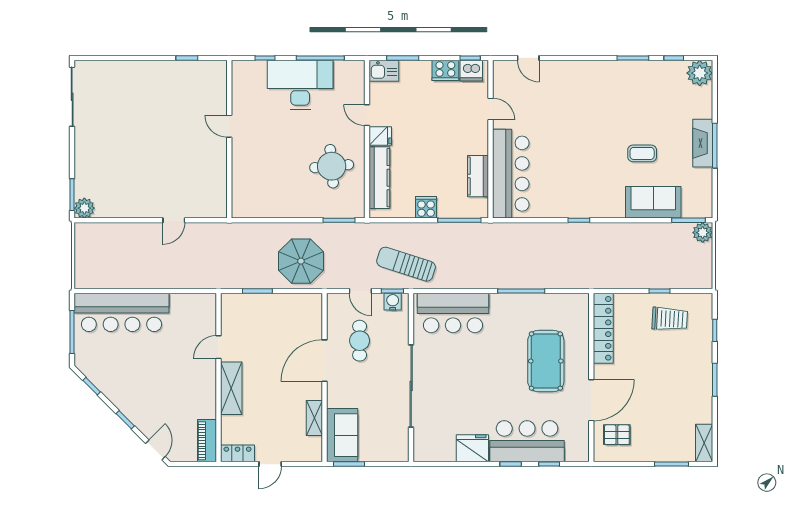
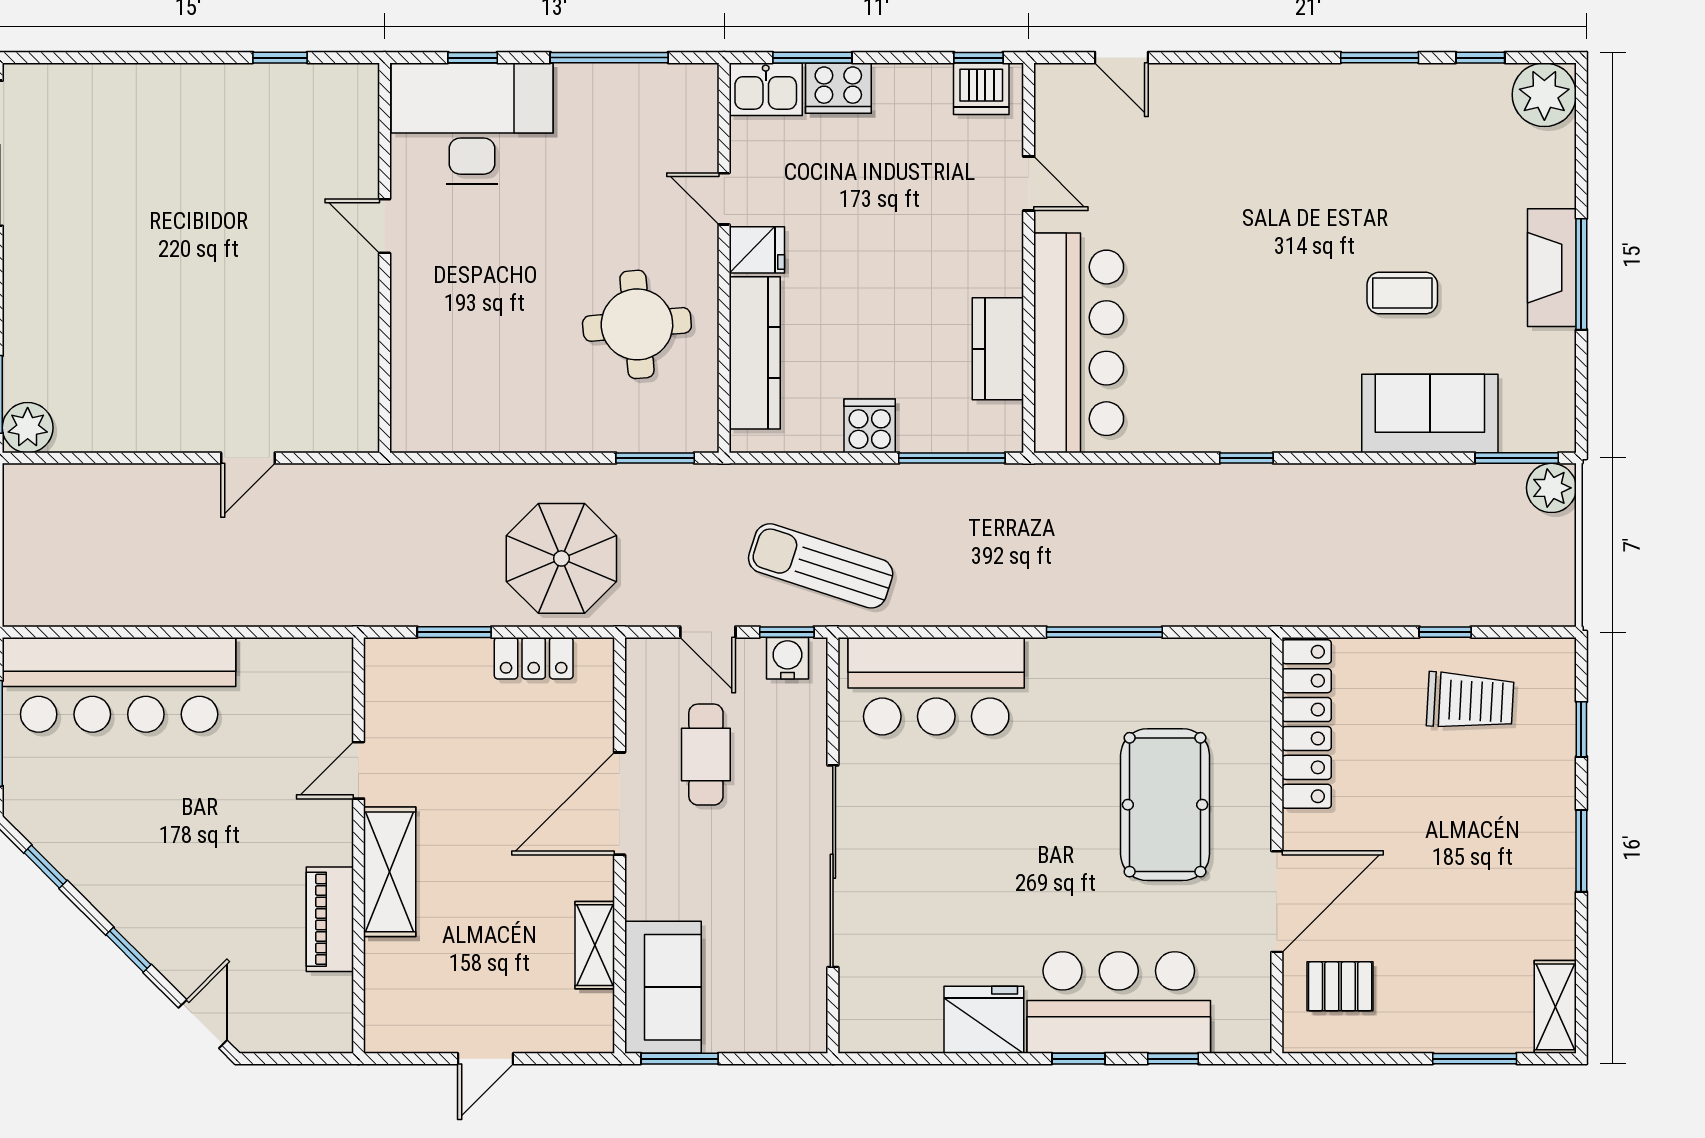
cooker: (445, 70) -> (838, 88), moved
desk: (300, 85) -> (472, 123), moved
piano: (207, 441) -> (330, 919), moved
locker: (238, 453) -> (534, 658), moved, turned 180

